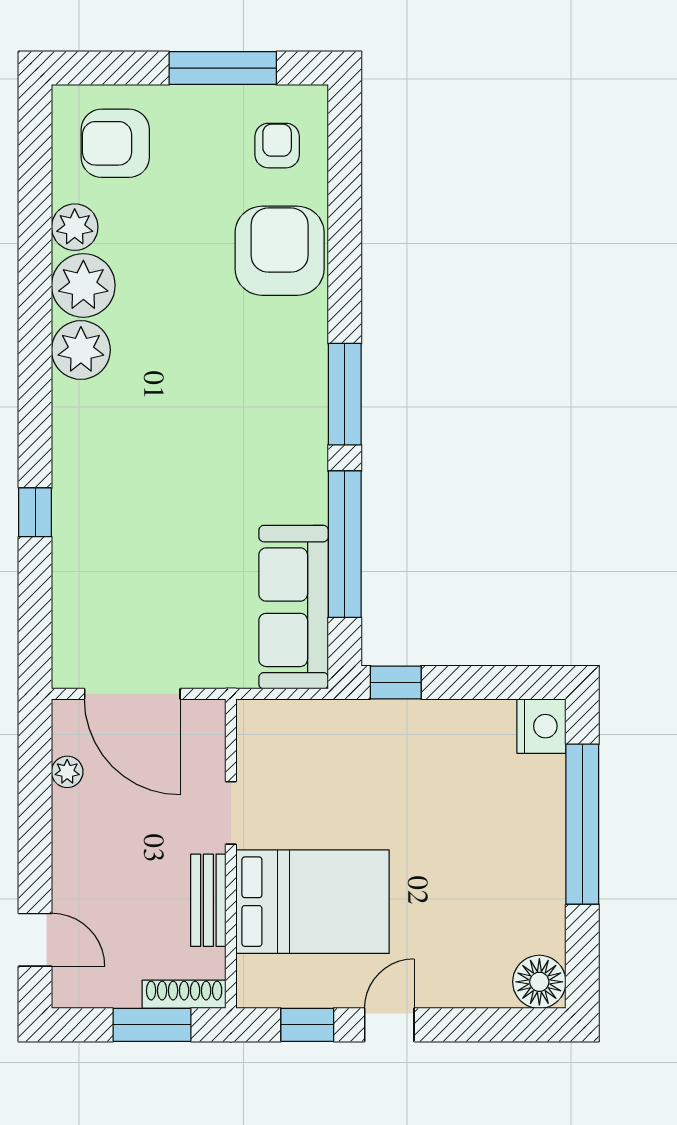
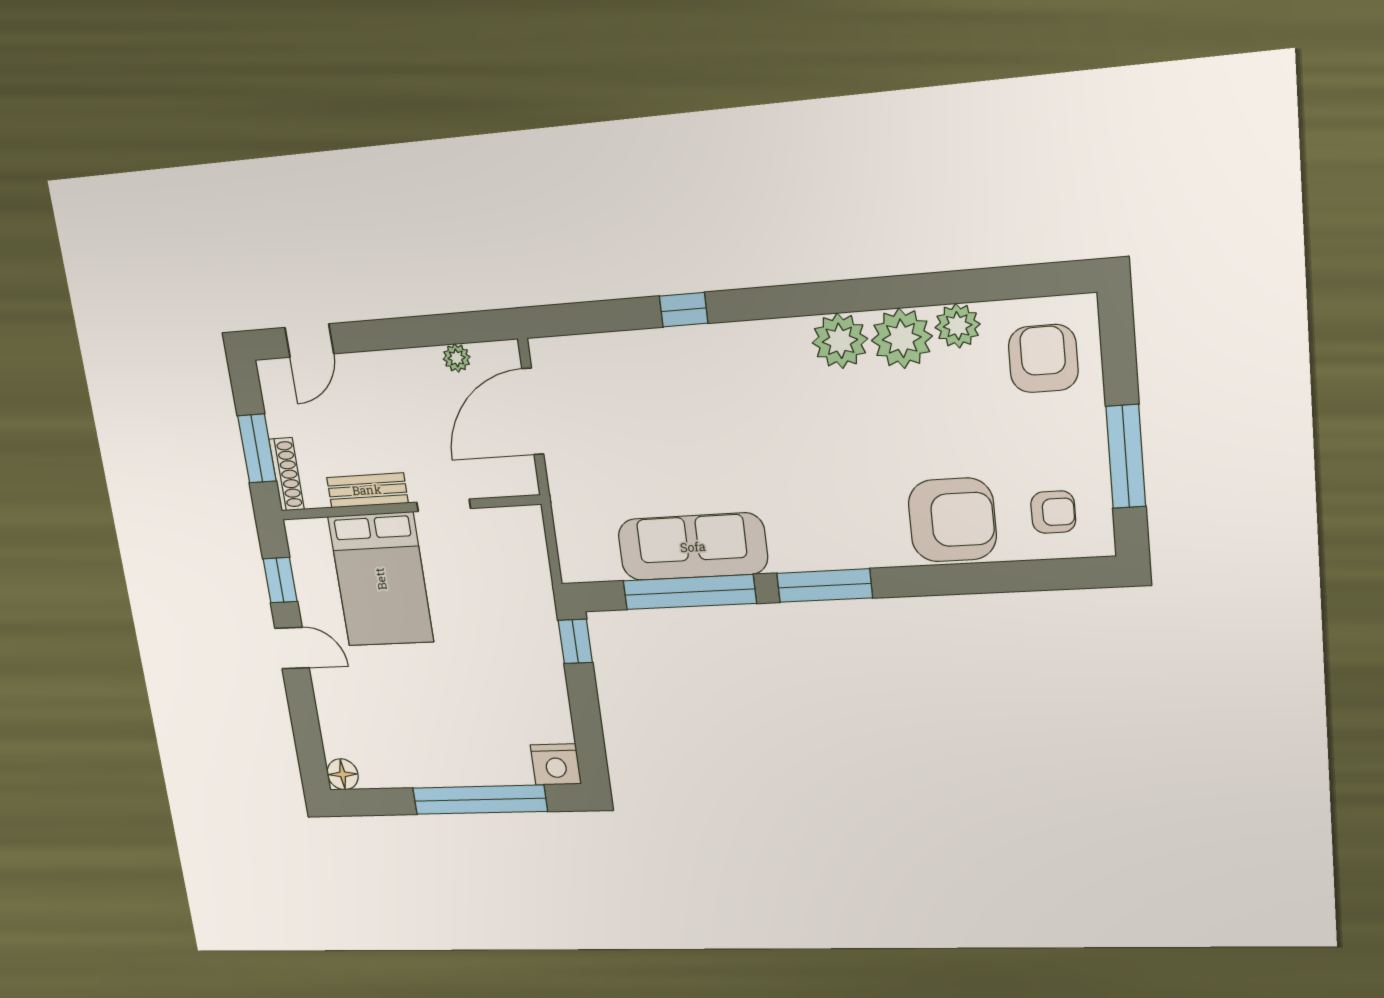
sofa: (294, 607) -> (693, 547), moved
floor lamp: (539, 982) -> (343, 774), width x0.73, depth x0.73

